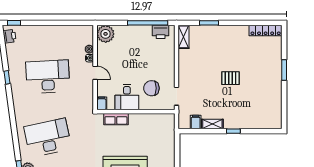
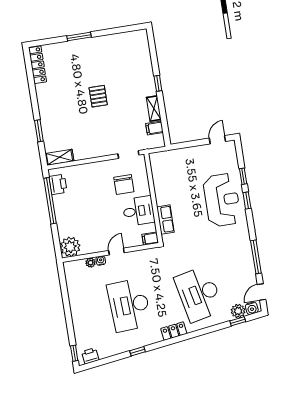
locker: (19, 111) -> (174, 331), added

